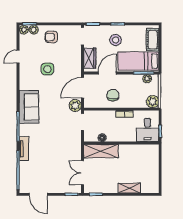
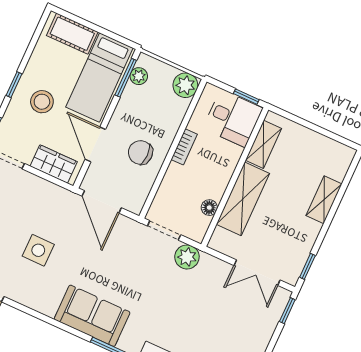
plant: (75, 105) -> (187, 257), moved
shelving: (142, 149) -> (264, 144), added
shelving: (101, 151) -> (243, 199), moved

